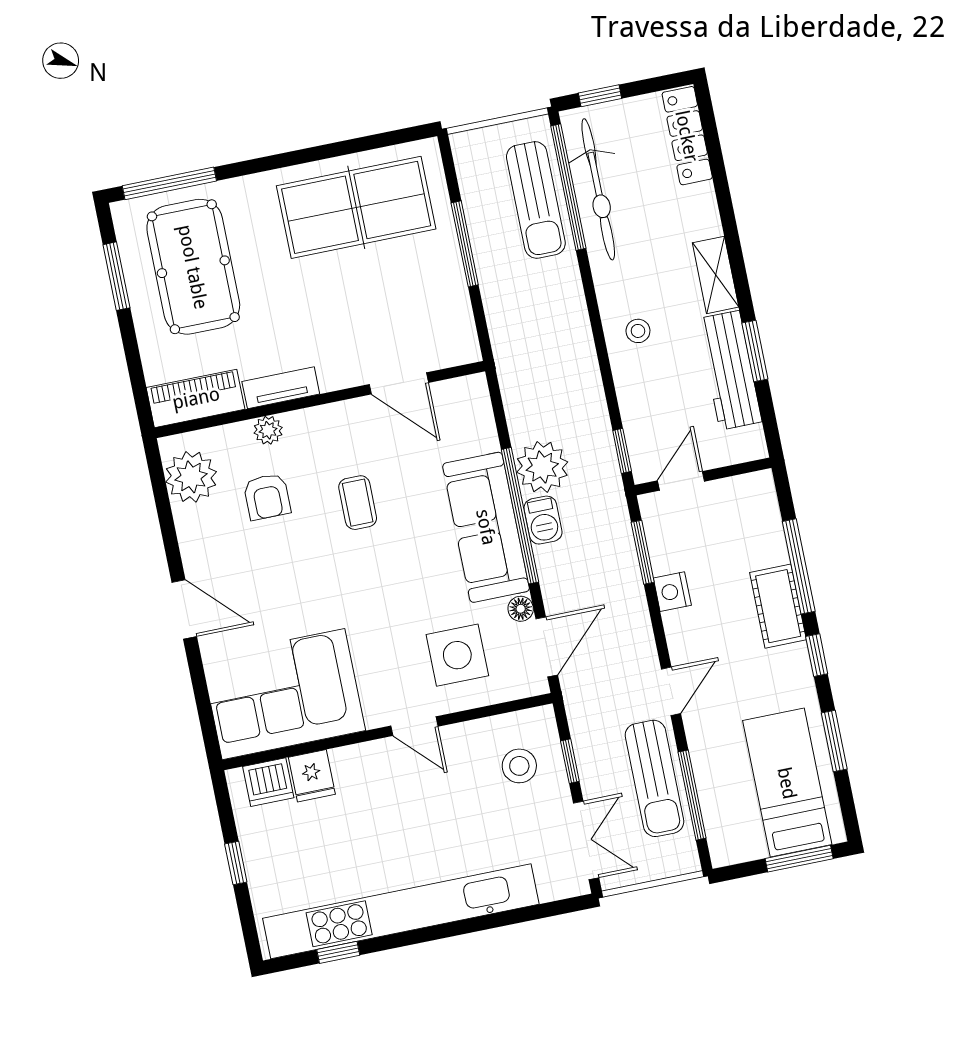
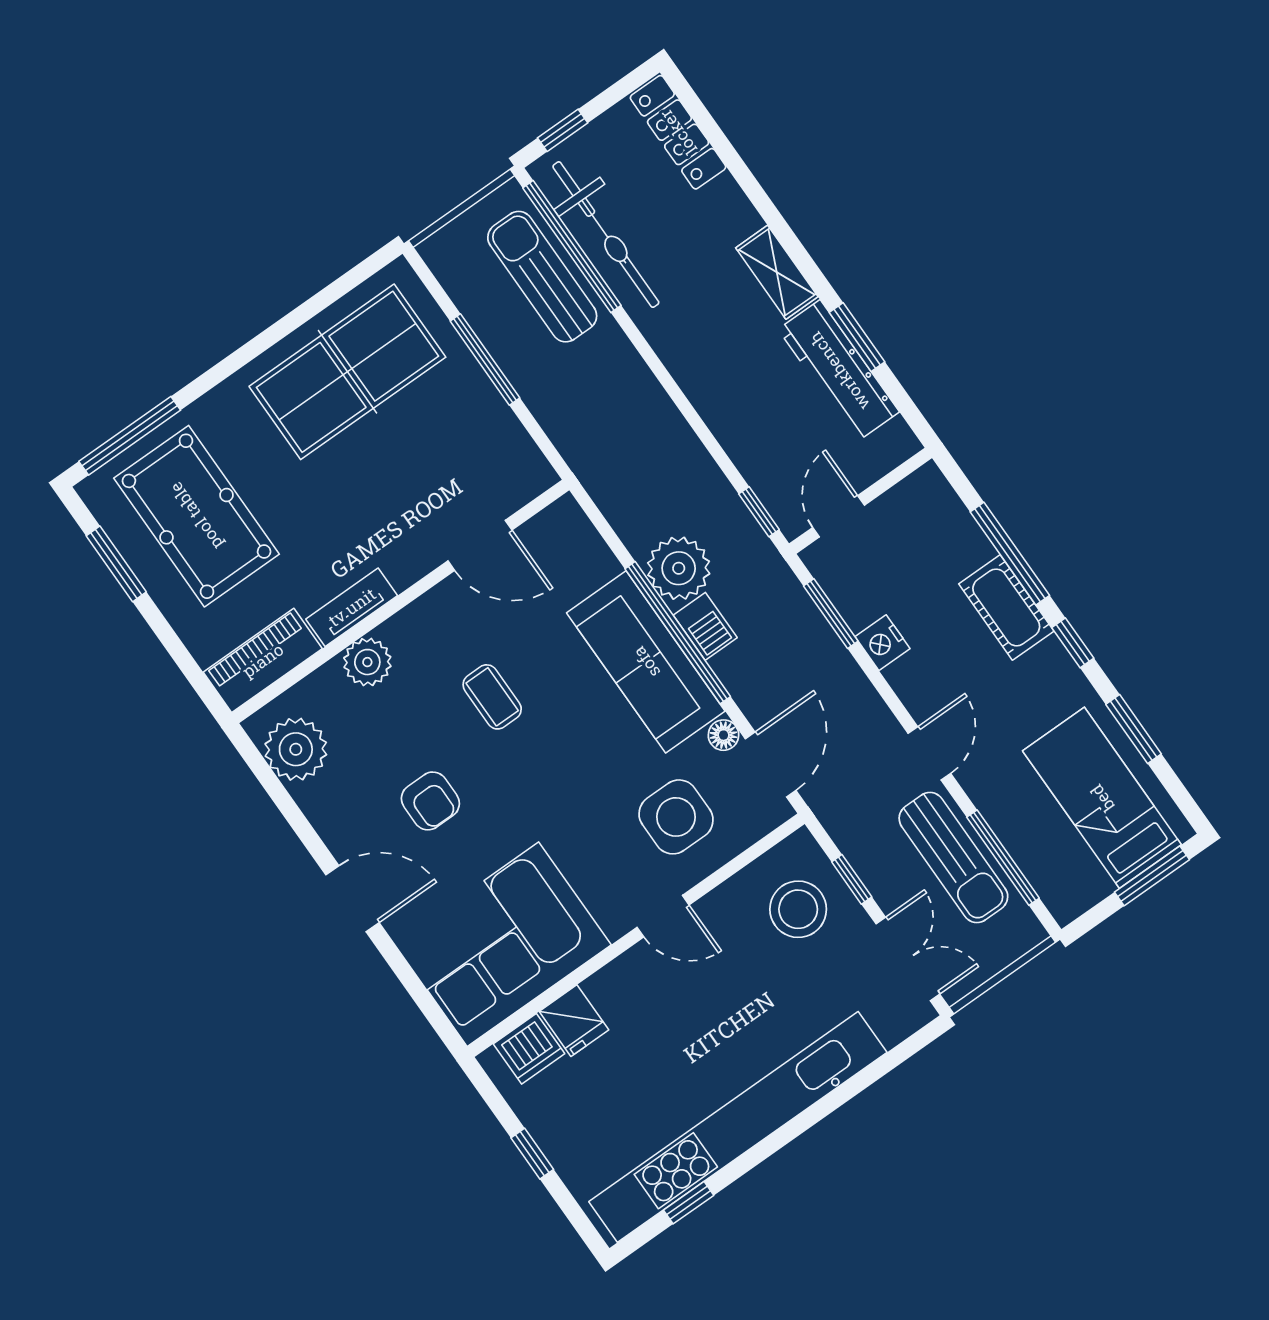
sun lounger: (536, 200) -> (542, 277), turned 180
stool: (638, 331) -> (718, 372), removed
plant: (268, 430) -> (367, 662), width x1.38, depth x1.38
armchair: (267, 497) -> (430, 801), moved
stool: (519, 766) -> (798, 909), width x1.38, depth x1.38

